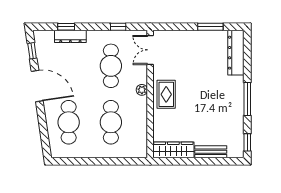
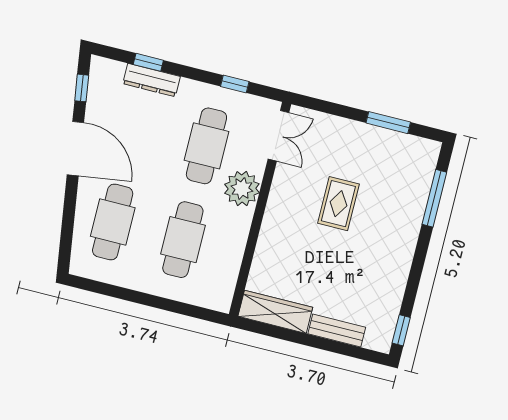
double door: (150, 50) -> (278, 136), swing flipped
dresser: (236, 53) -> (420, 176), removed
plant: (142, 90) -> (242, 189), width x1.88, depth x1.88
rug: (166, 94) -> (338, 204), moved
window: (247, 99) -> (434, 198), moved

